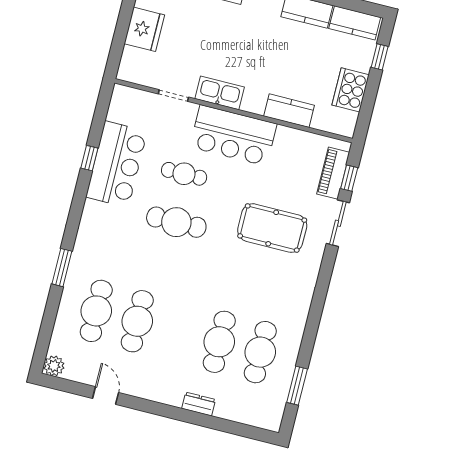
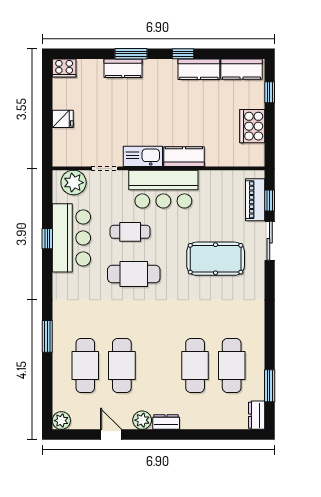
fridge: (144, 29) -> (63, 119), width x0.53, depth x0.75
plant: (135, 103) -> (74, 183), added
kitchen counter: (289, 111) -> (184, 157), moved
plant: (145, 388) -> (142, 420), added
dresser: (199, 404) -> (166, 422), moved
dresser: (274, 415) -> (257, 415), added

